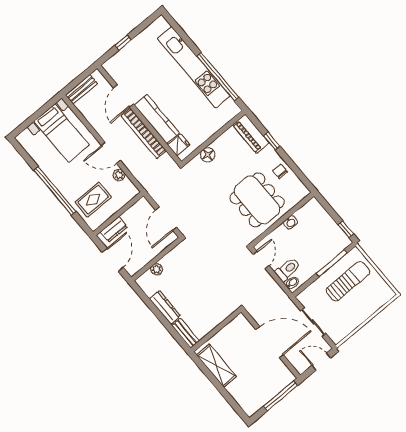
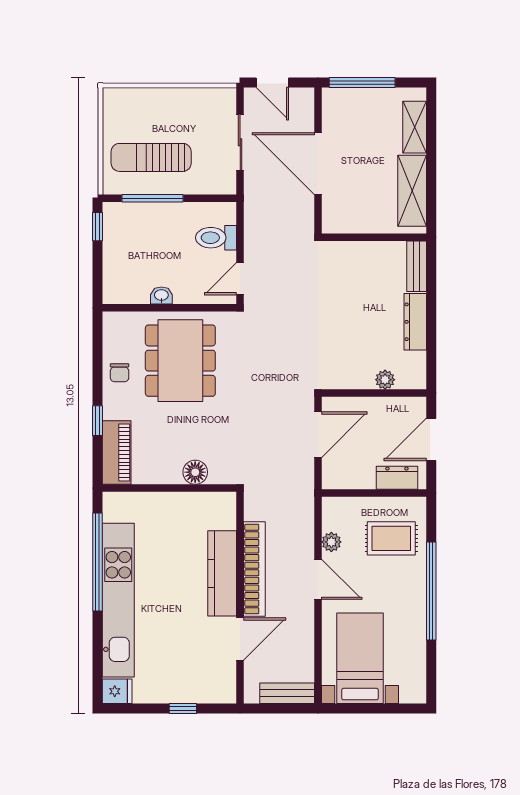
fridge: (179, 145) -> (117, 691), moved, turned 180
bidet: (292, 283) -> (225, 215), removed
shelving: (239, 396) -> (415, 127), added

